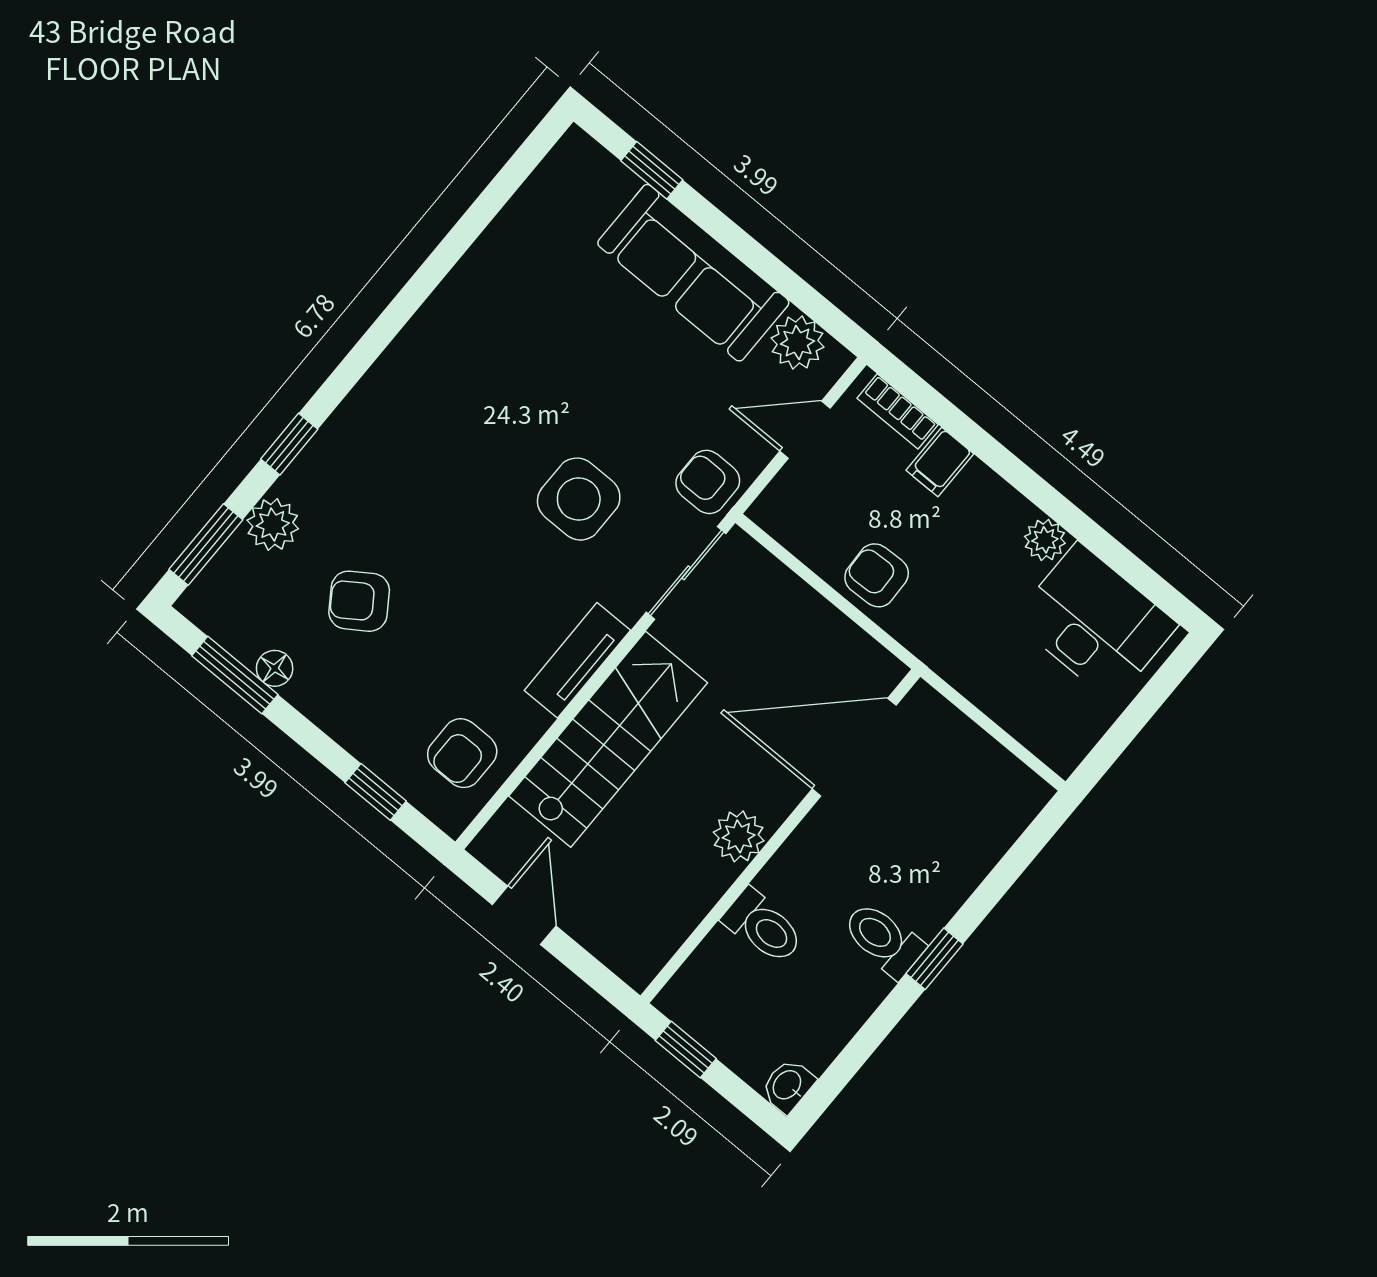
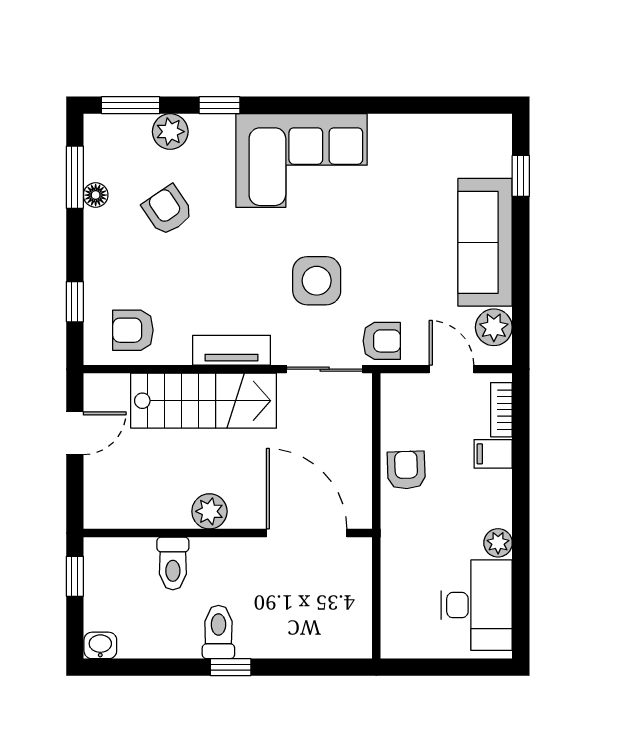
corner sofa: (429, 403) -> (302, 161), added
armchair: (708, 482) -> (382, 341), turned 90

